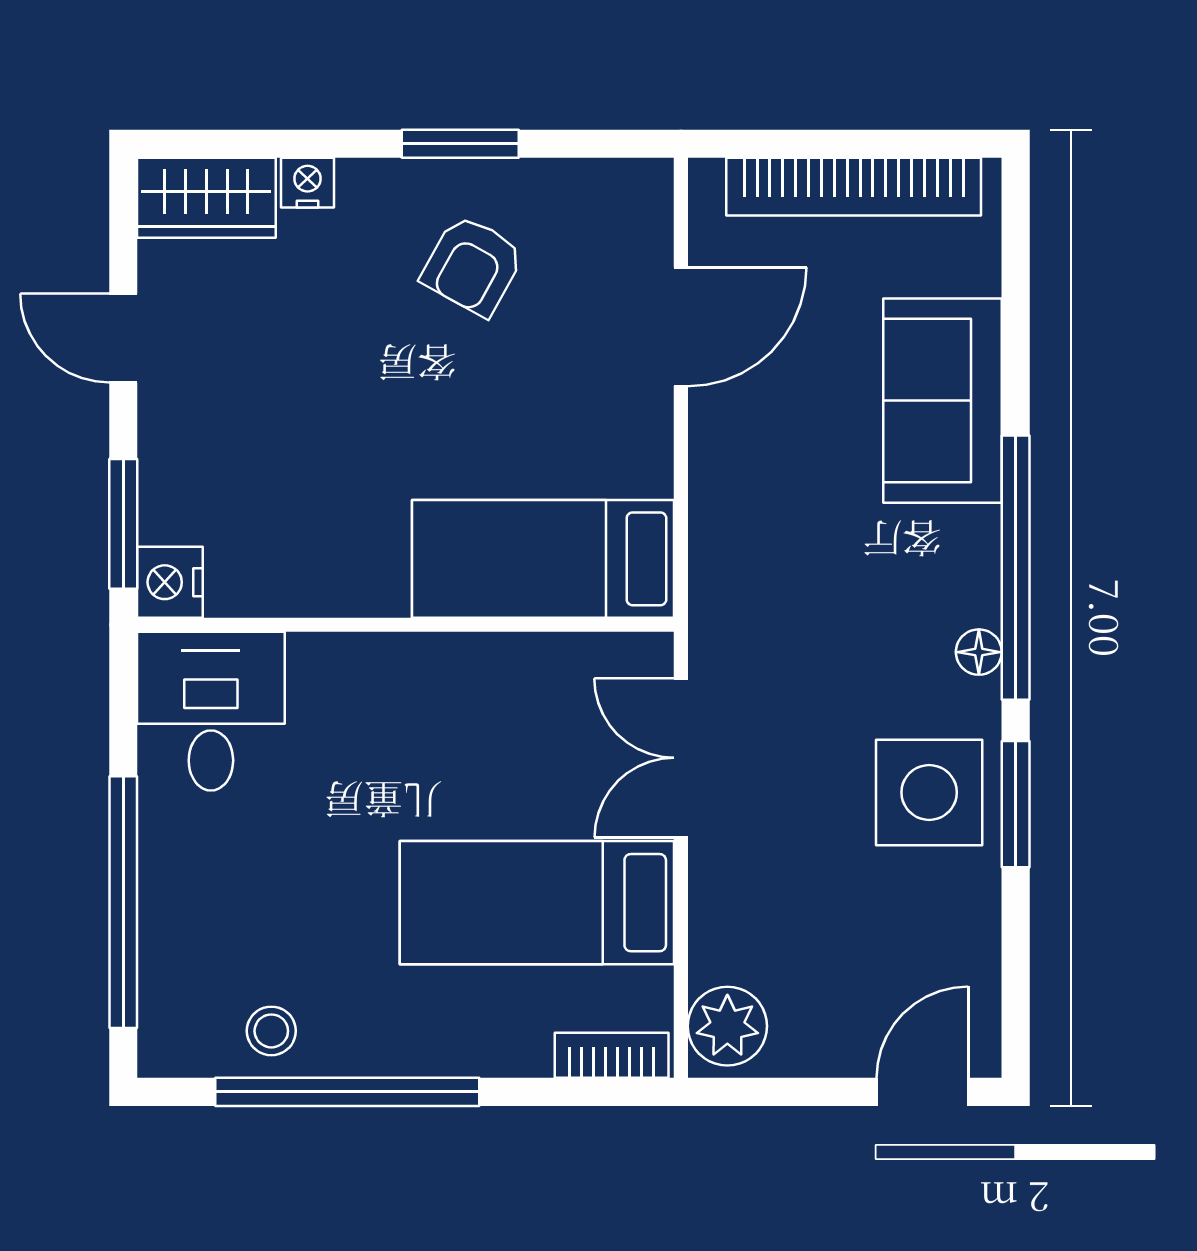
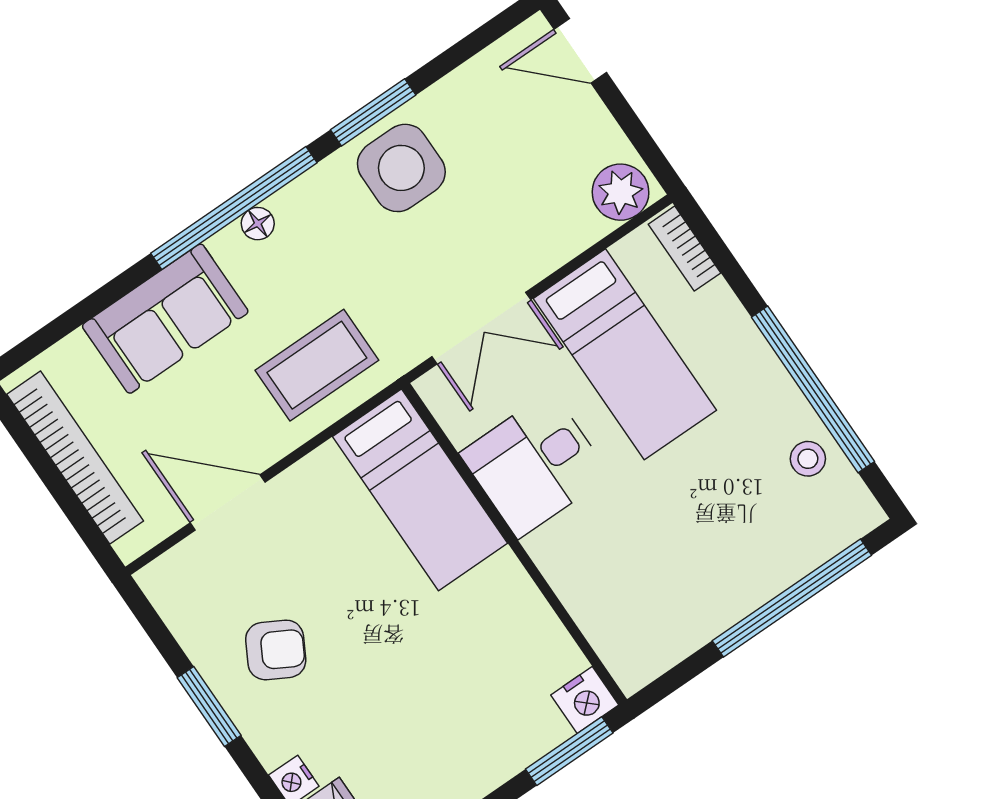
coffee table: (769, 539) -> (317, 365), added
floor lamp: (979, 652) -> (258, 224), moved
desk: (211, 711) -> (535, 465), moved

